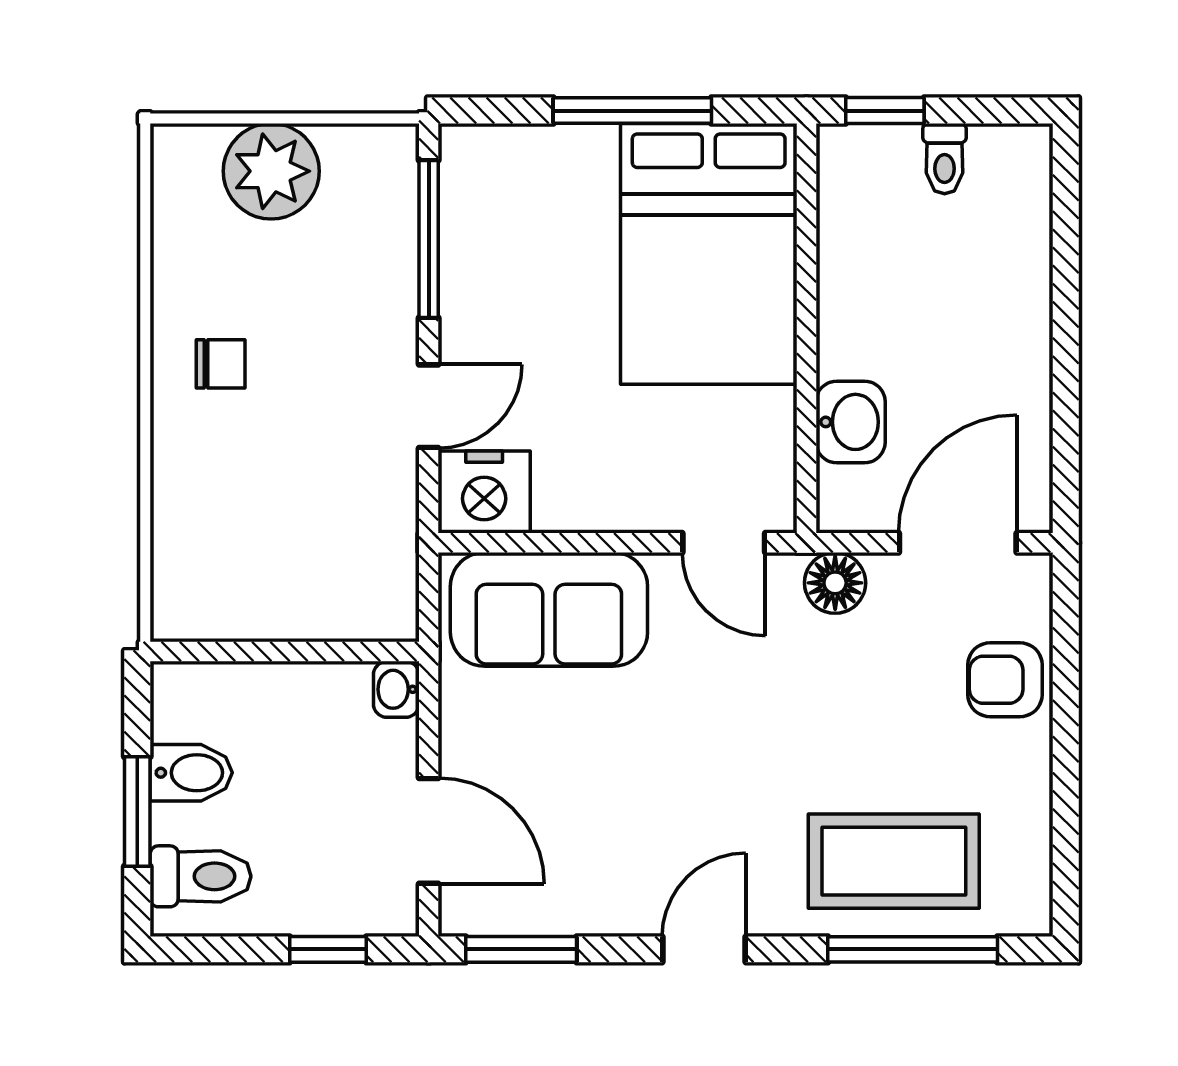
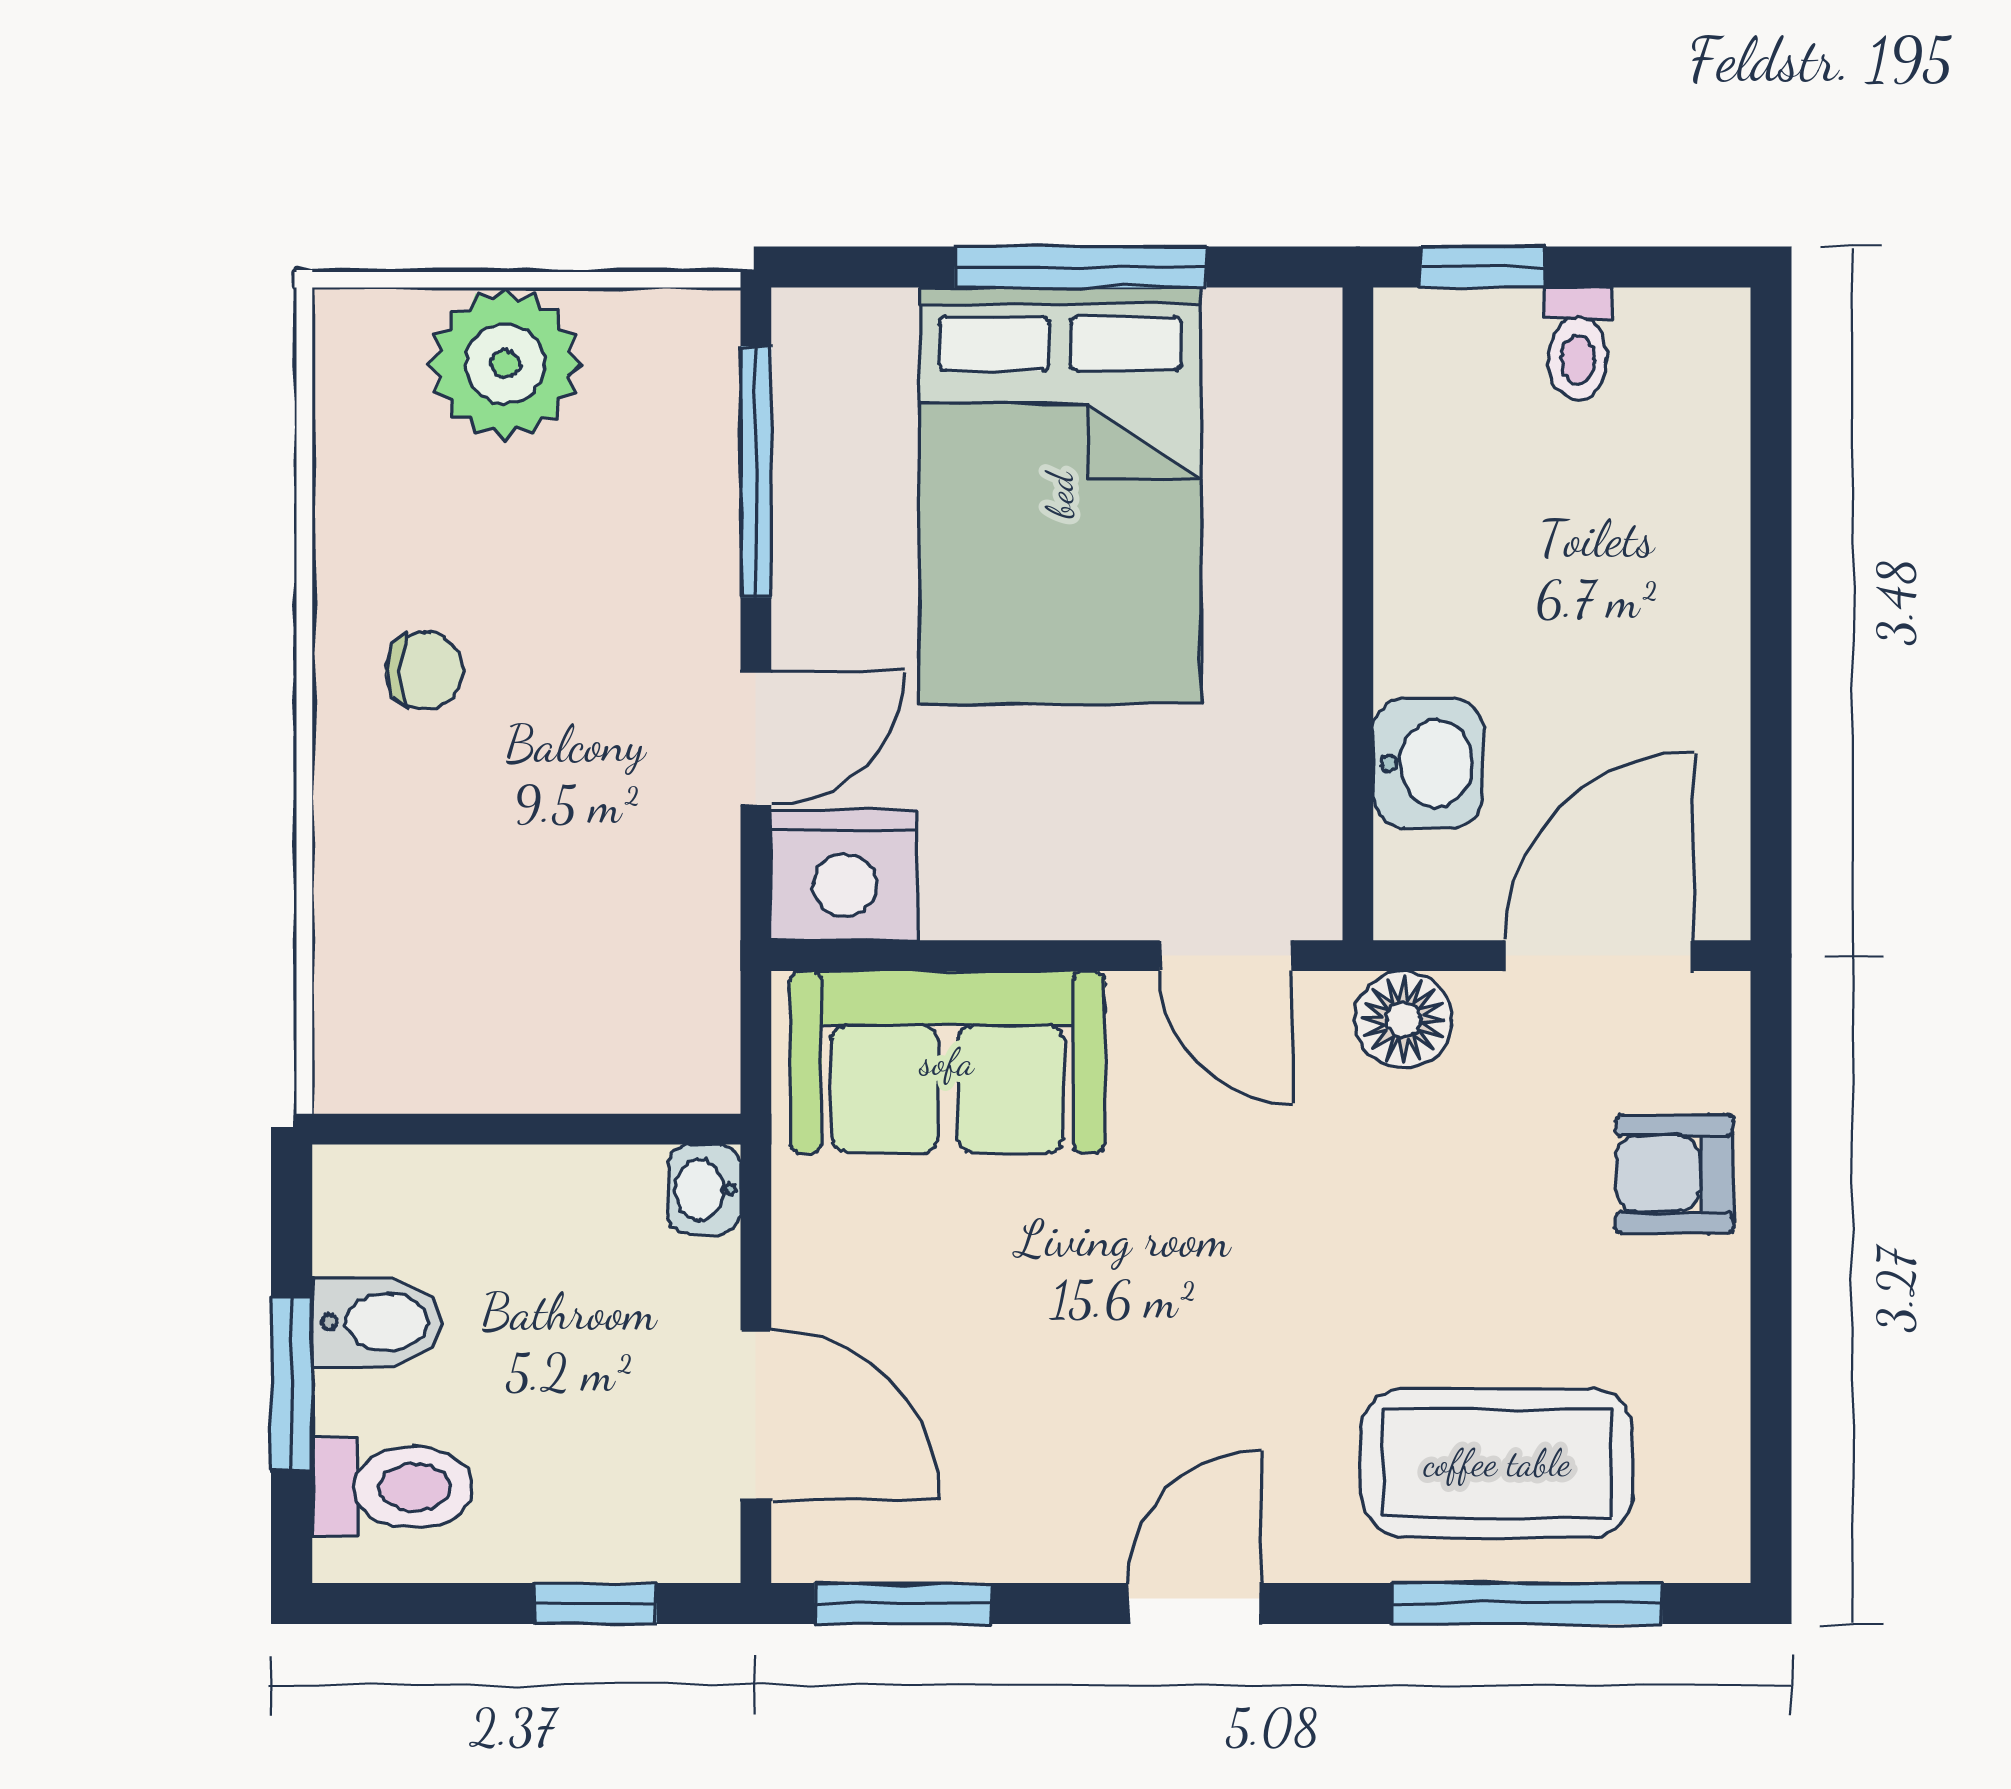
bed: (709, 254) -> (1060, 495), moved

